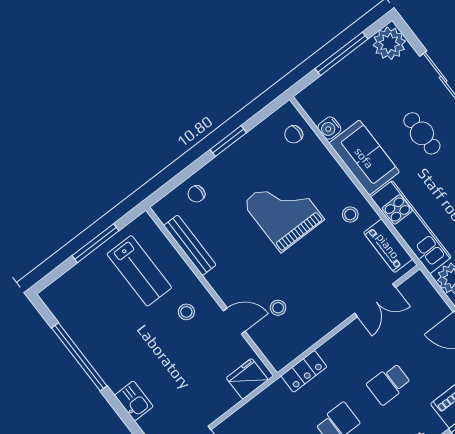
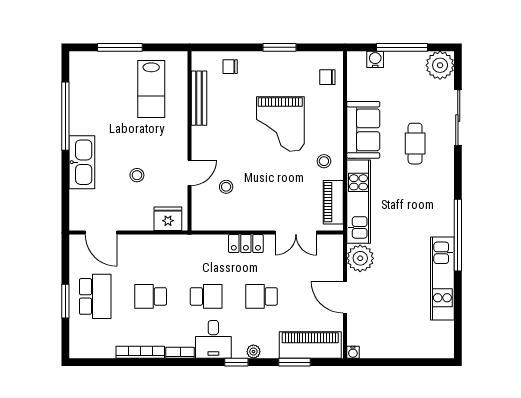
water cooler: (329, 128) -> (375, 59), moved, turned 90
grand piano: (283, 211) -> (280, 124), turned 180
window: (96, 243) -> (120, 47), moved
stool: (186, 312) -> (137, 175), moved
door: (234, 321) -> (189, 173), hinge flipped
locker: (304, 371) -> (246, 244), moved
kitchen sink: (134, 401) -> (82, 162), width x1.87, depth x1.24

